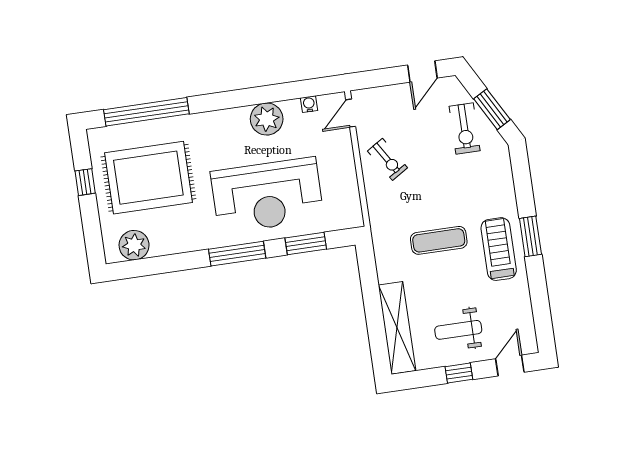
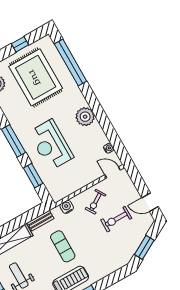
plant: (267, 119) -> (85, 117), moved
exercise bike: (465, 129) -> (116, 219), moved
reception desk: (267, 195) -> (51, 145), width x0.74, depth x0.77
water cooler: (377, 209) -> (67, 207), added
bench: (383, 260) -> (41, 221), added

